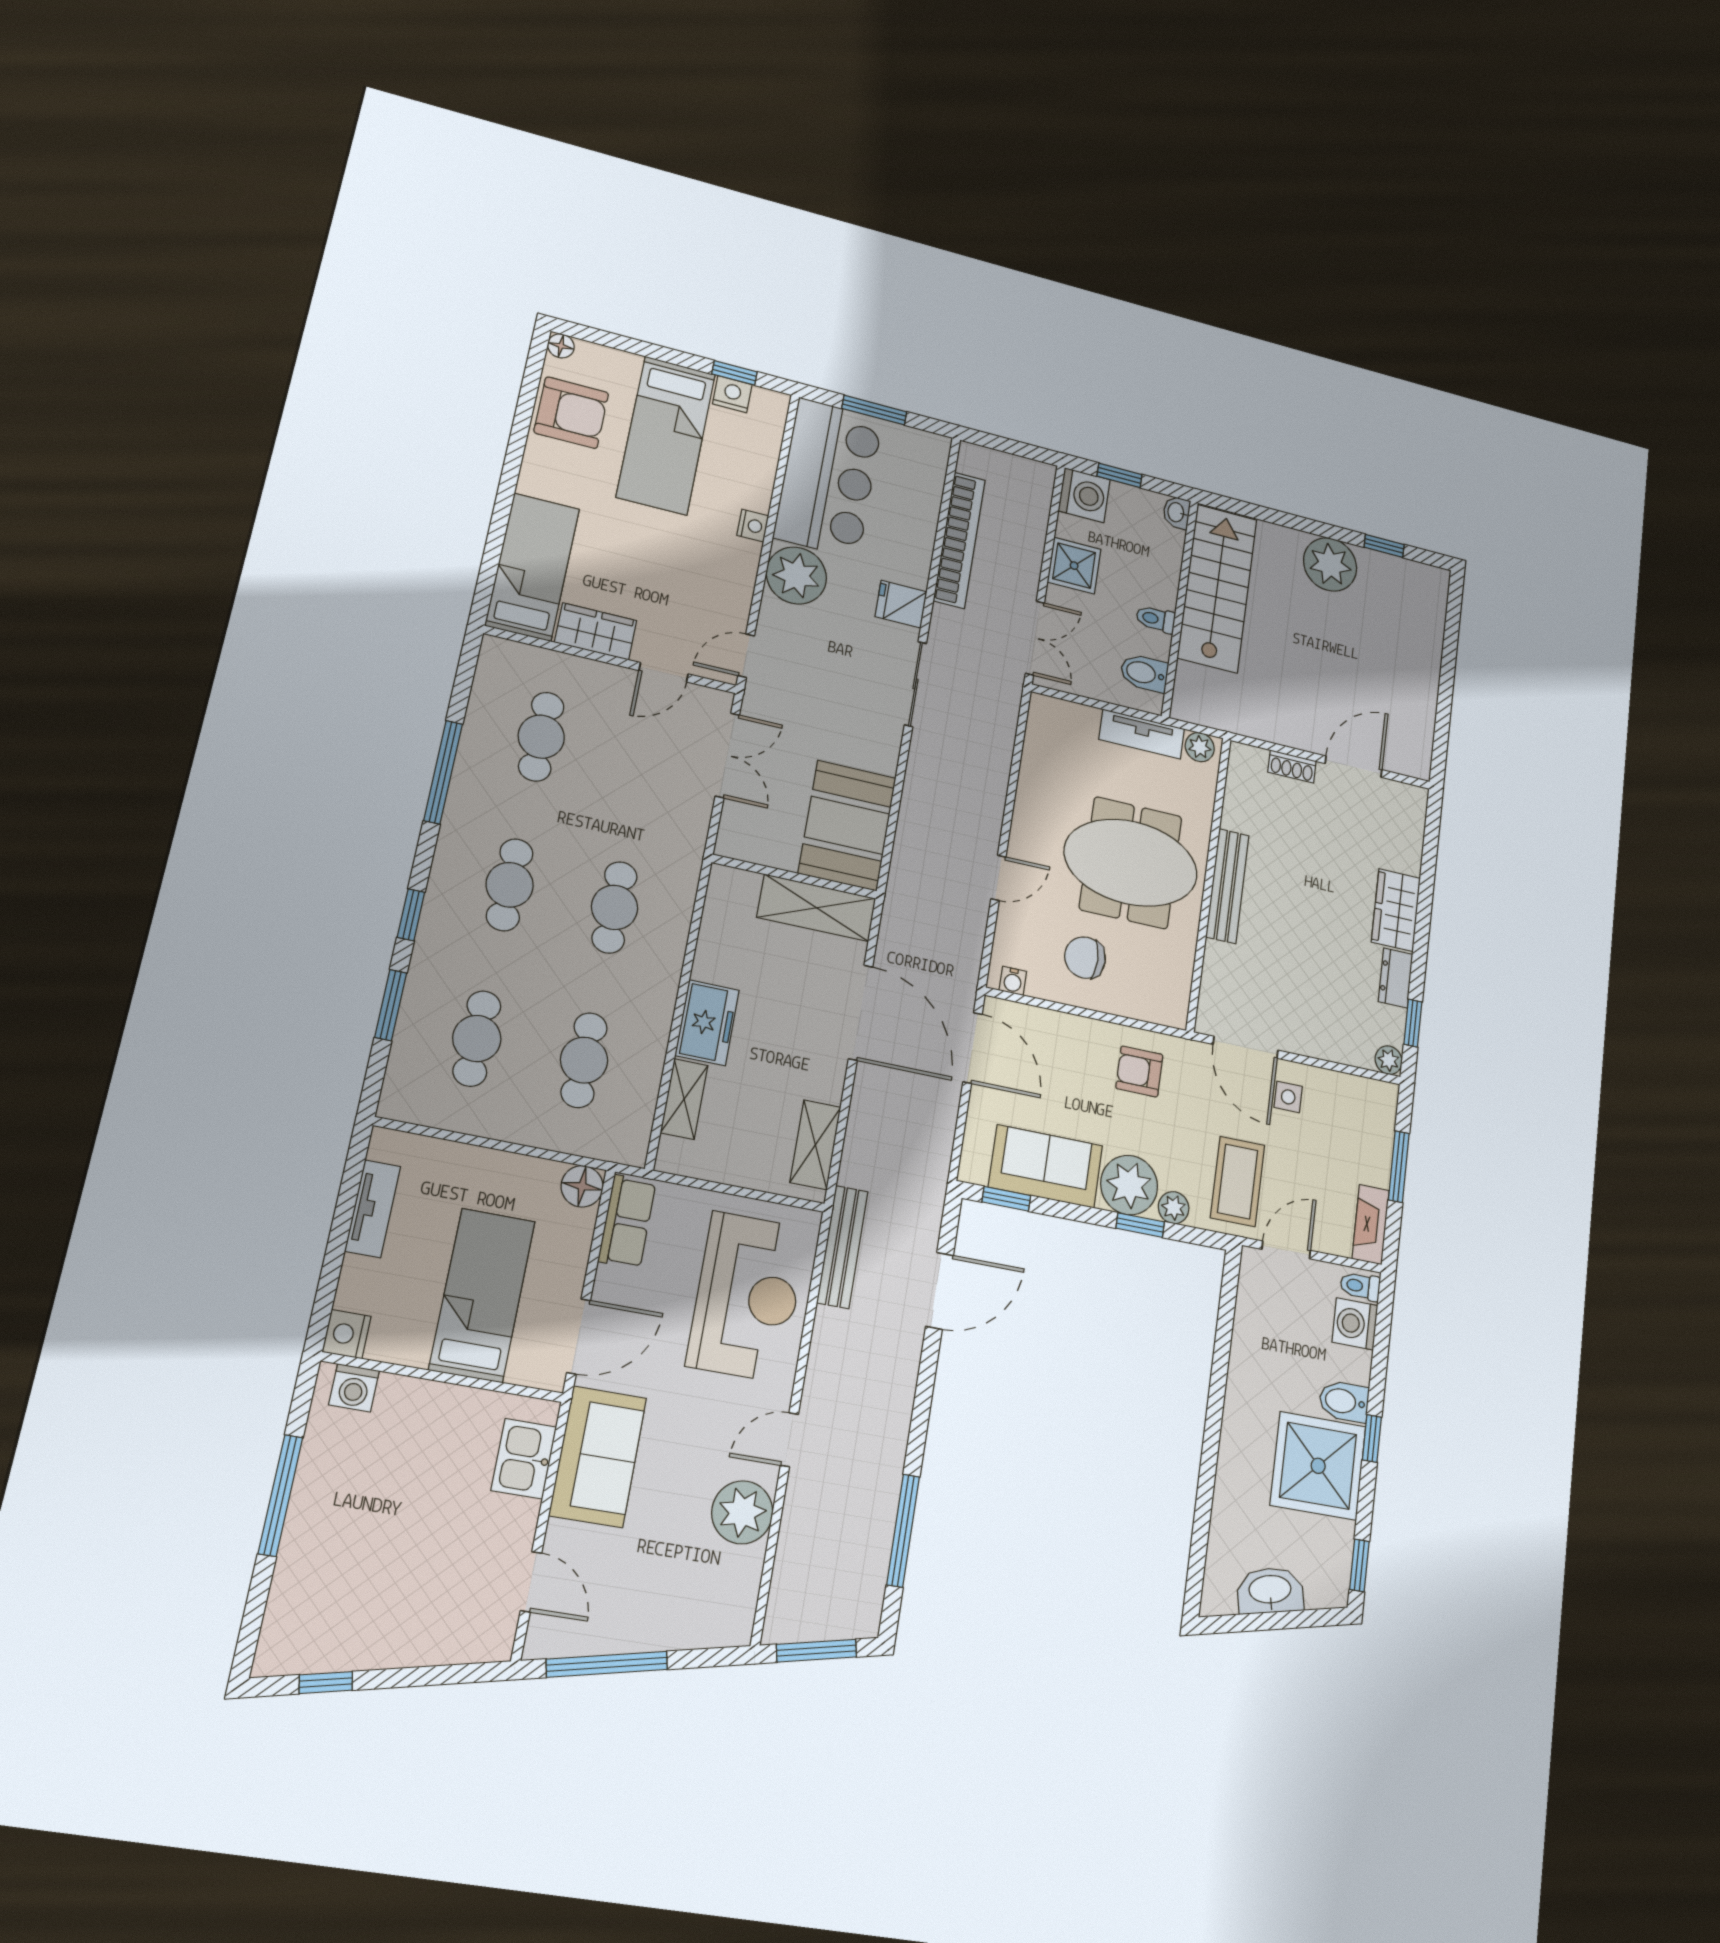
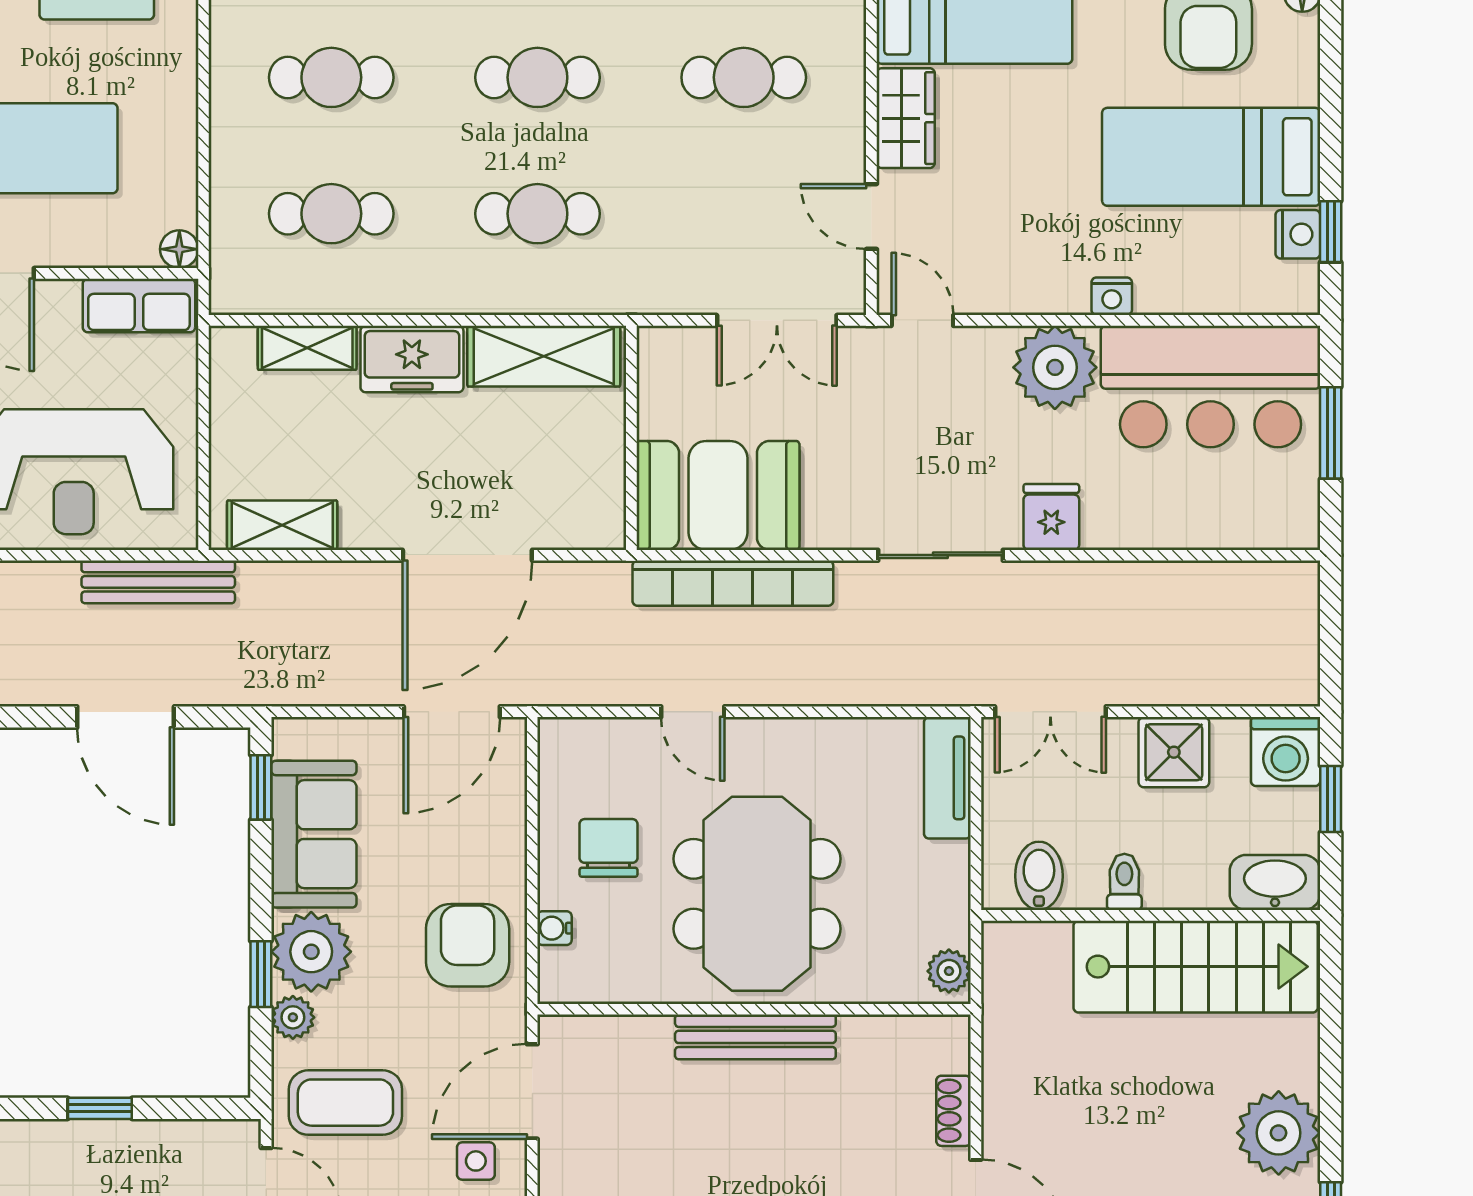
washbasin: (1177, 512) -> (1275, 882), width x1.91, depth x1.45
bookcase: (959, 540) -> (733, 583), moved
tv unit: (1142, 734) -> (947, 778), moved
shelving: (817, 908) -> (544, 356), moved, turned 90
water cooler: (1013, 981) -> (555, 928), moved
armchair: (1139, 1071) -> (468, 945), width x1.38, depth x1.38
floor lamp: (582, 1186) -> (179, 249), width x0.73, depth x0.73
window: (1220, 1363) -> (100, 1108), added

